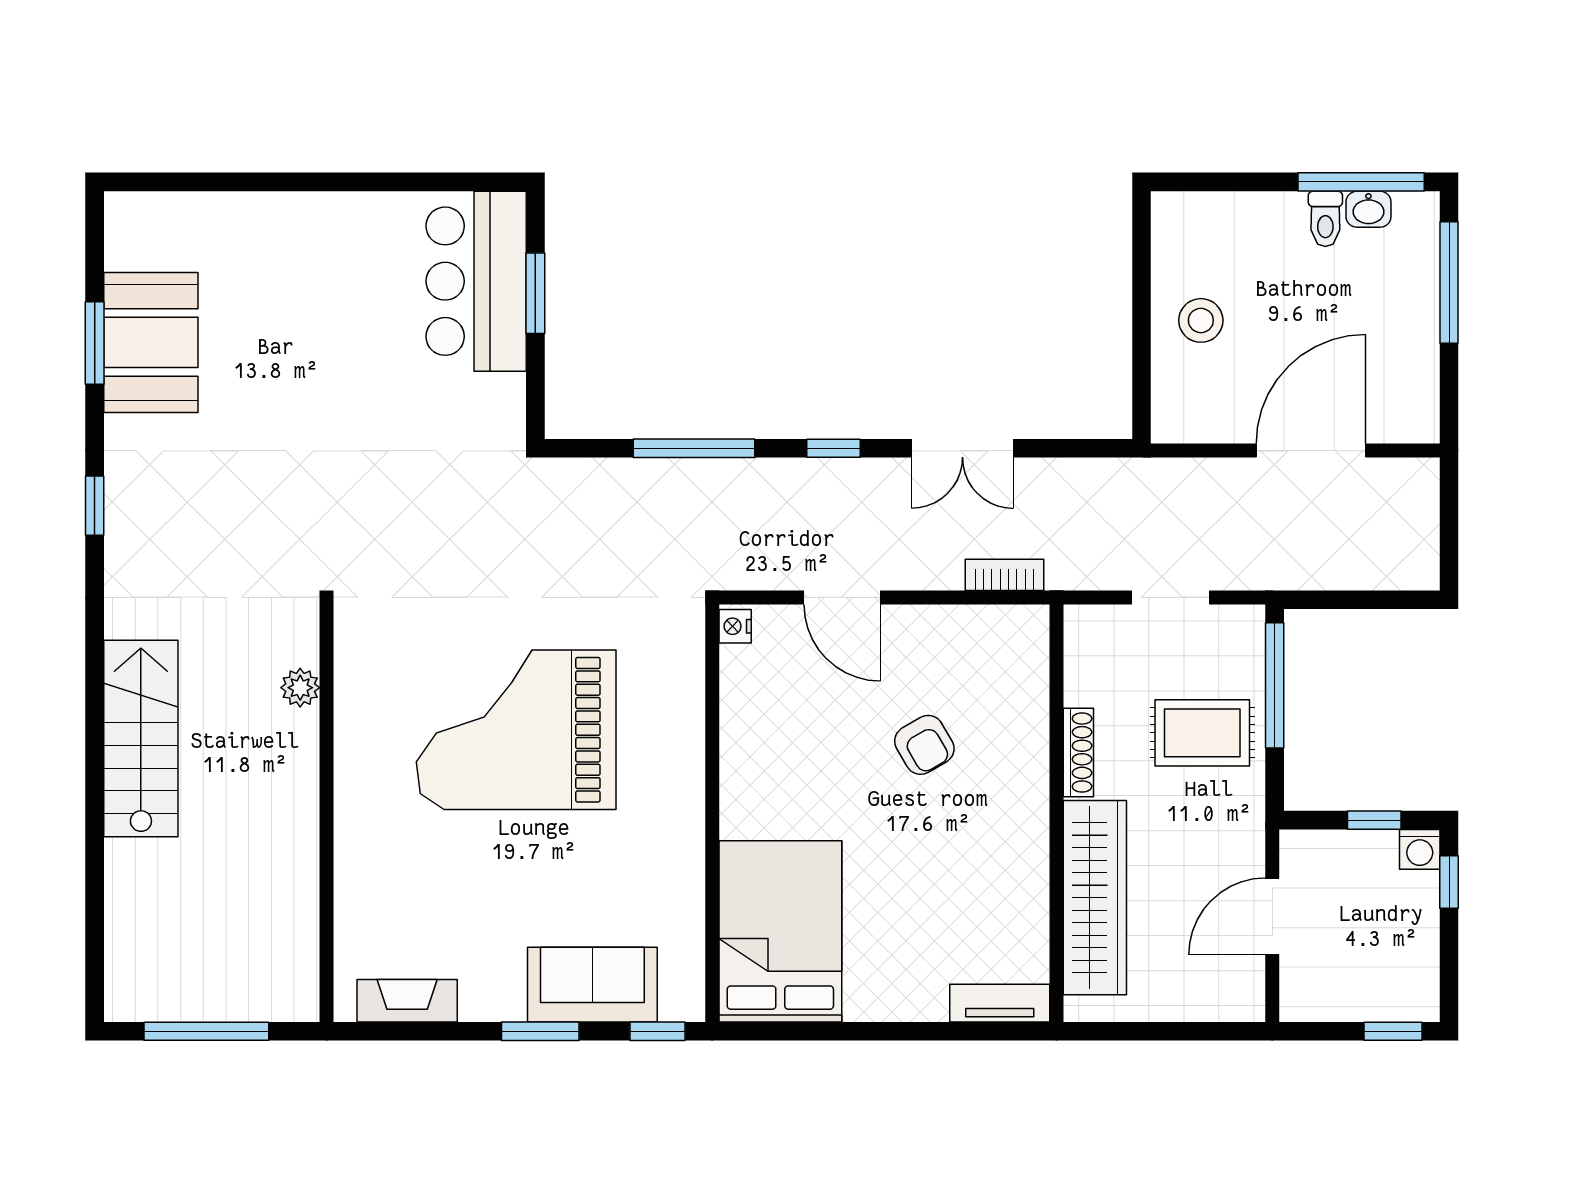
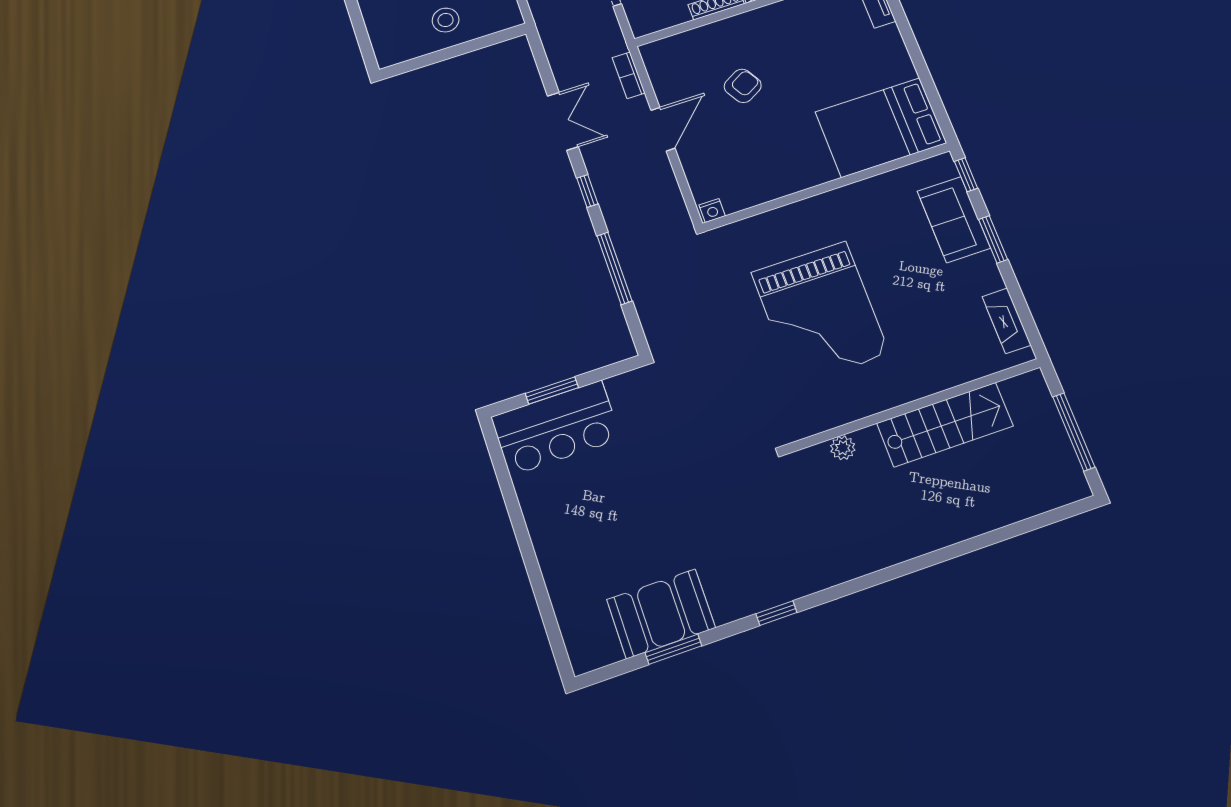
door: (842, 597) -> (663, 129), moved
stairs: (141, 739) -> (945, 425), moved, turned 180

